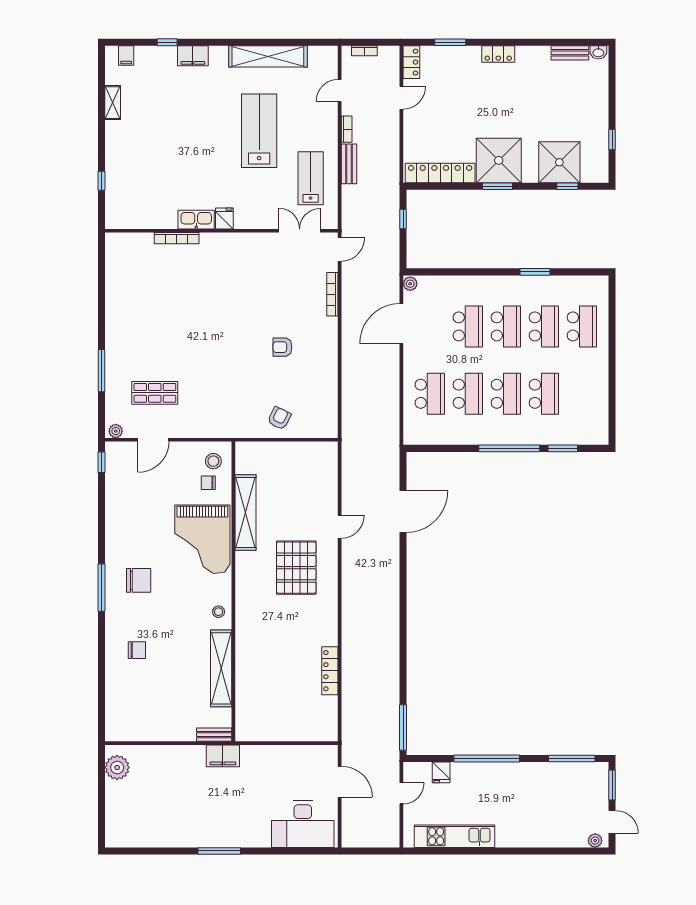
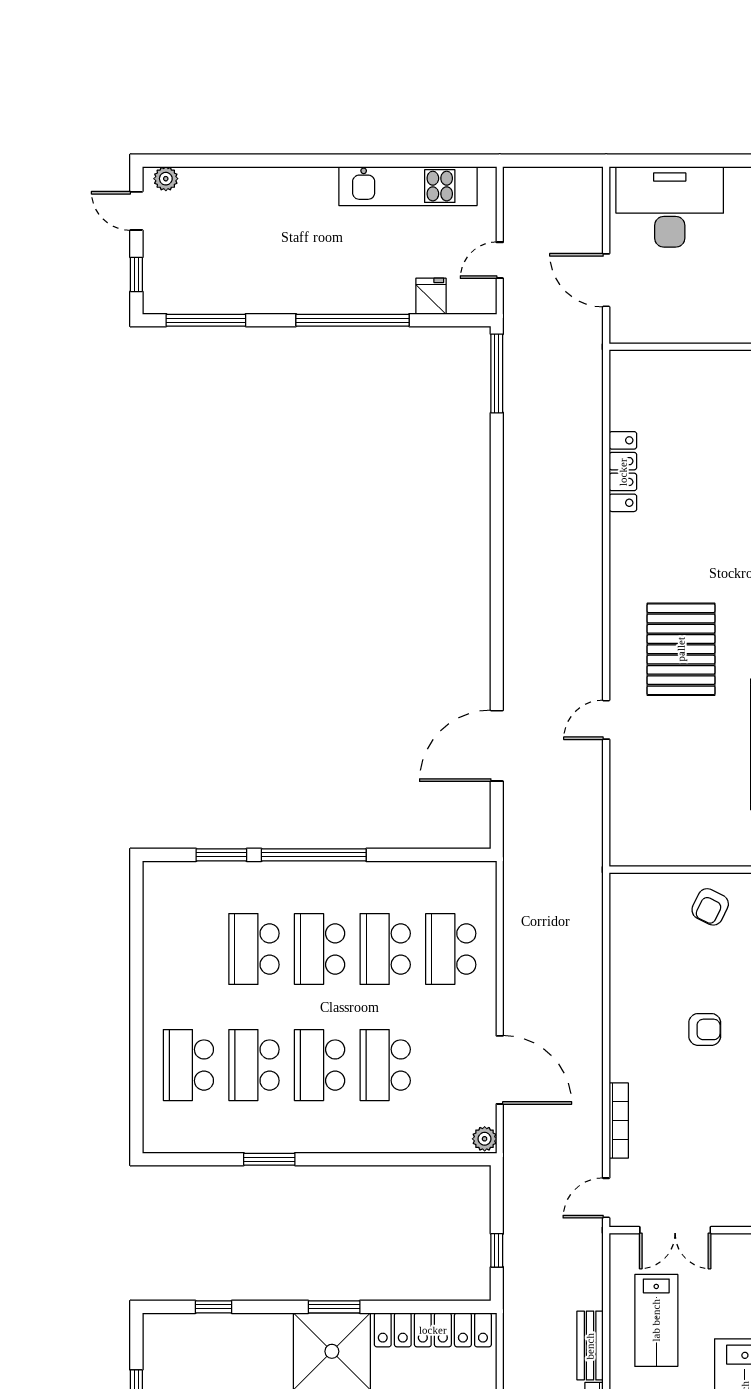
shower: (559, 162) -> (227, 1348), removed
door: (401, 324) -> (500, 1070), hinge flipped
window: (612, 785) -> (136, 274), width x0.67

